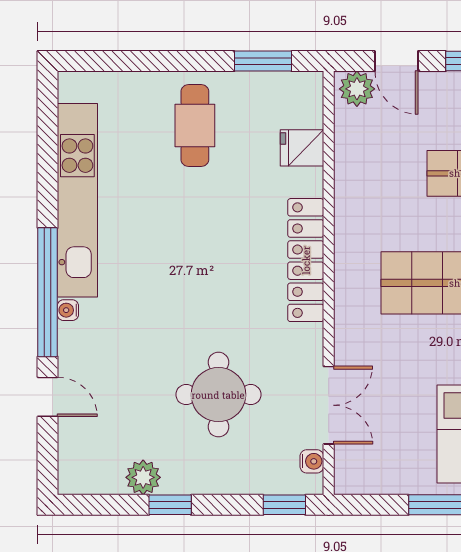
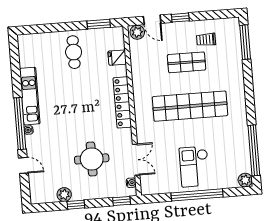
kitchen unit: (77, 200) -> (30, 96), width x0.73

